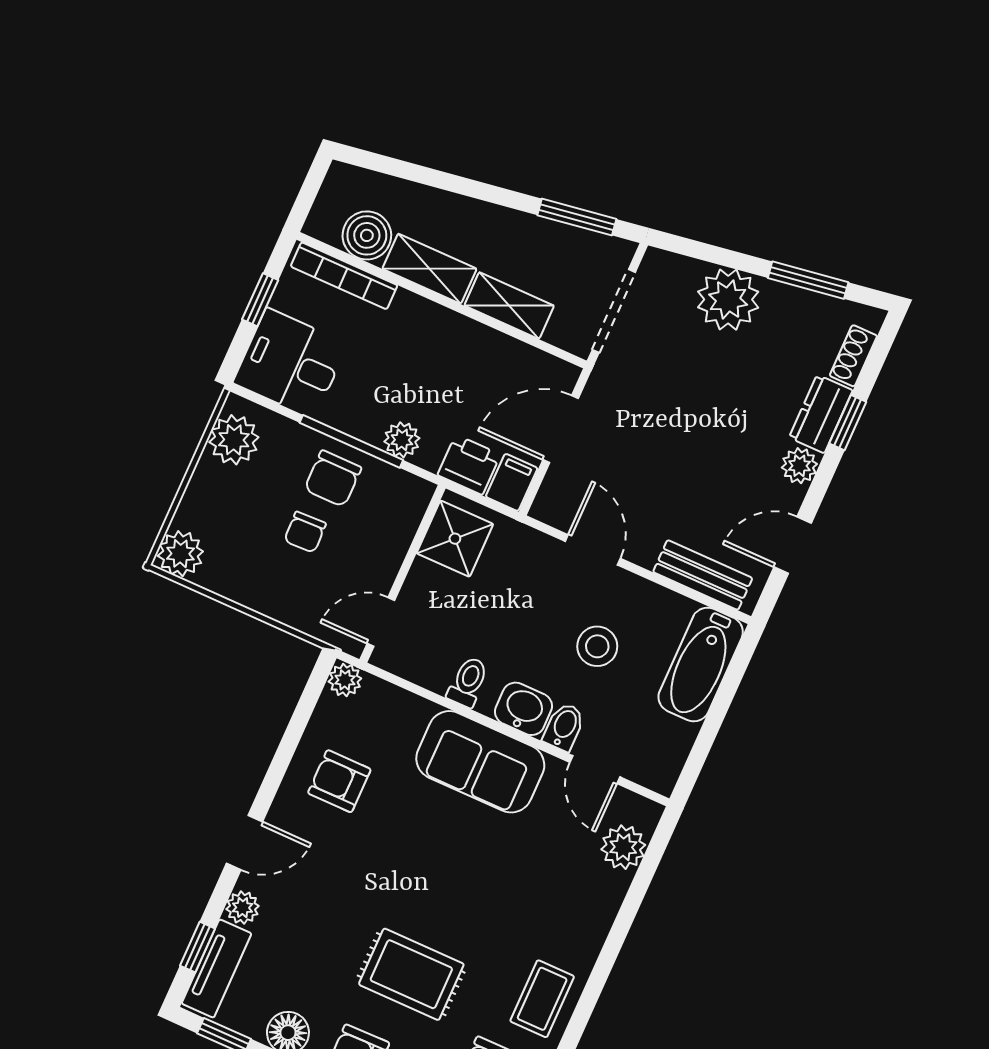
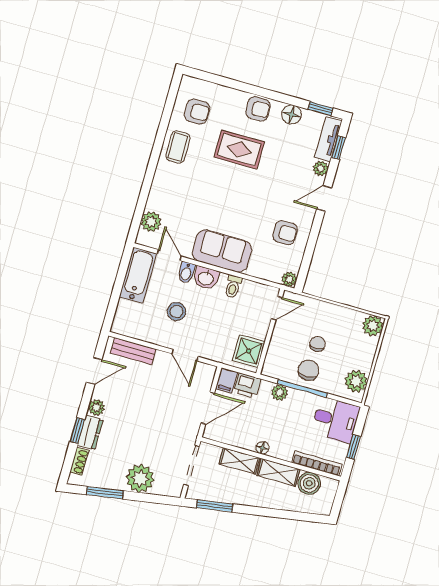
floor lamp: (456, 327) -> (262, 448), added
bathtub: (701, 664) -> (138, 275), moved

